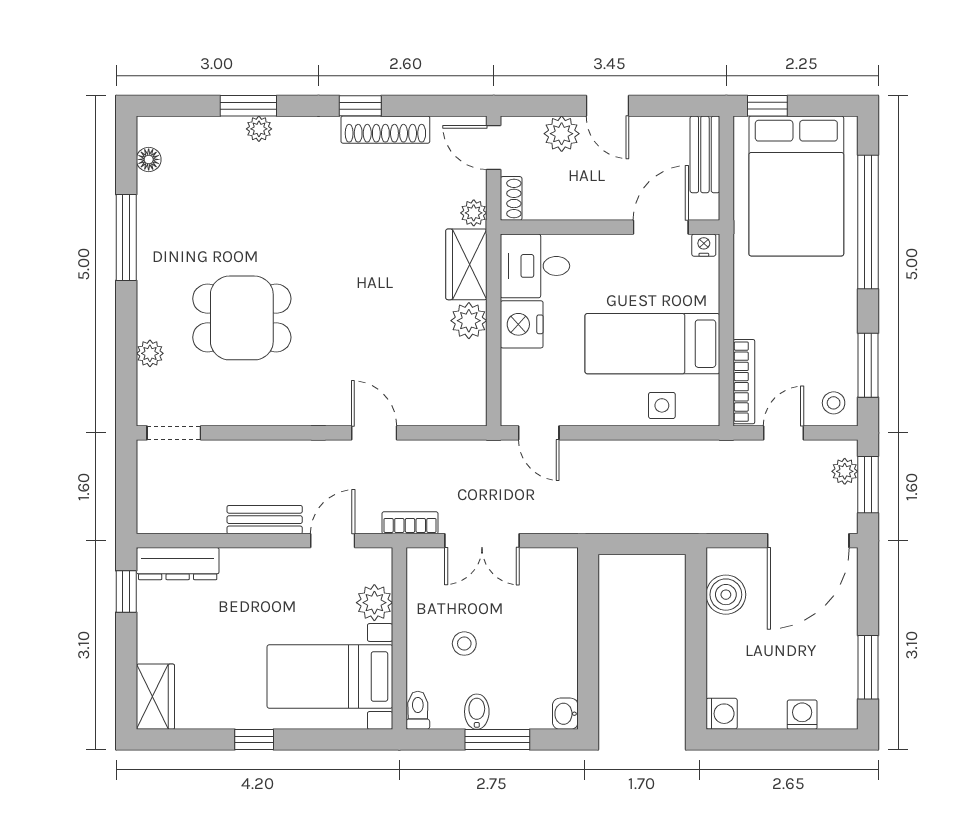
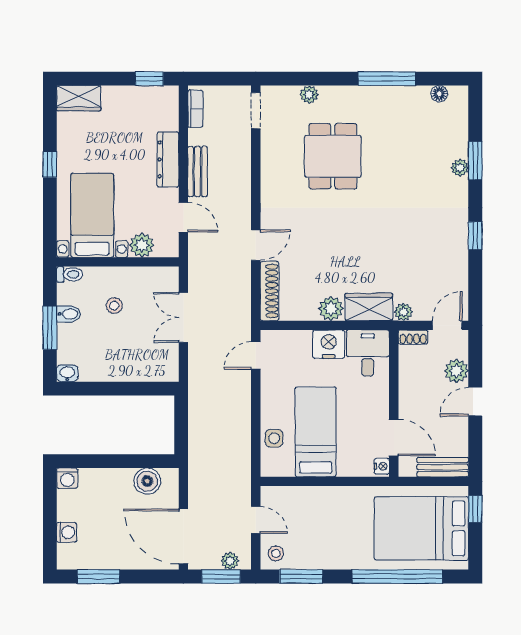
shoe rack: (385, 130) -> (269, 291), moved, turned 180
bookcase: (744, 382) -> (290, 493), removed
bookcase: (410, 523) -> (195, 109), moved
dresser: (178, 564) -> (168, 159), moved

